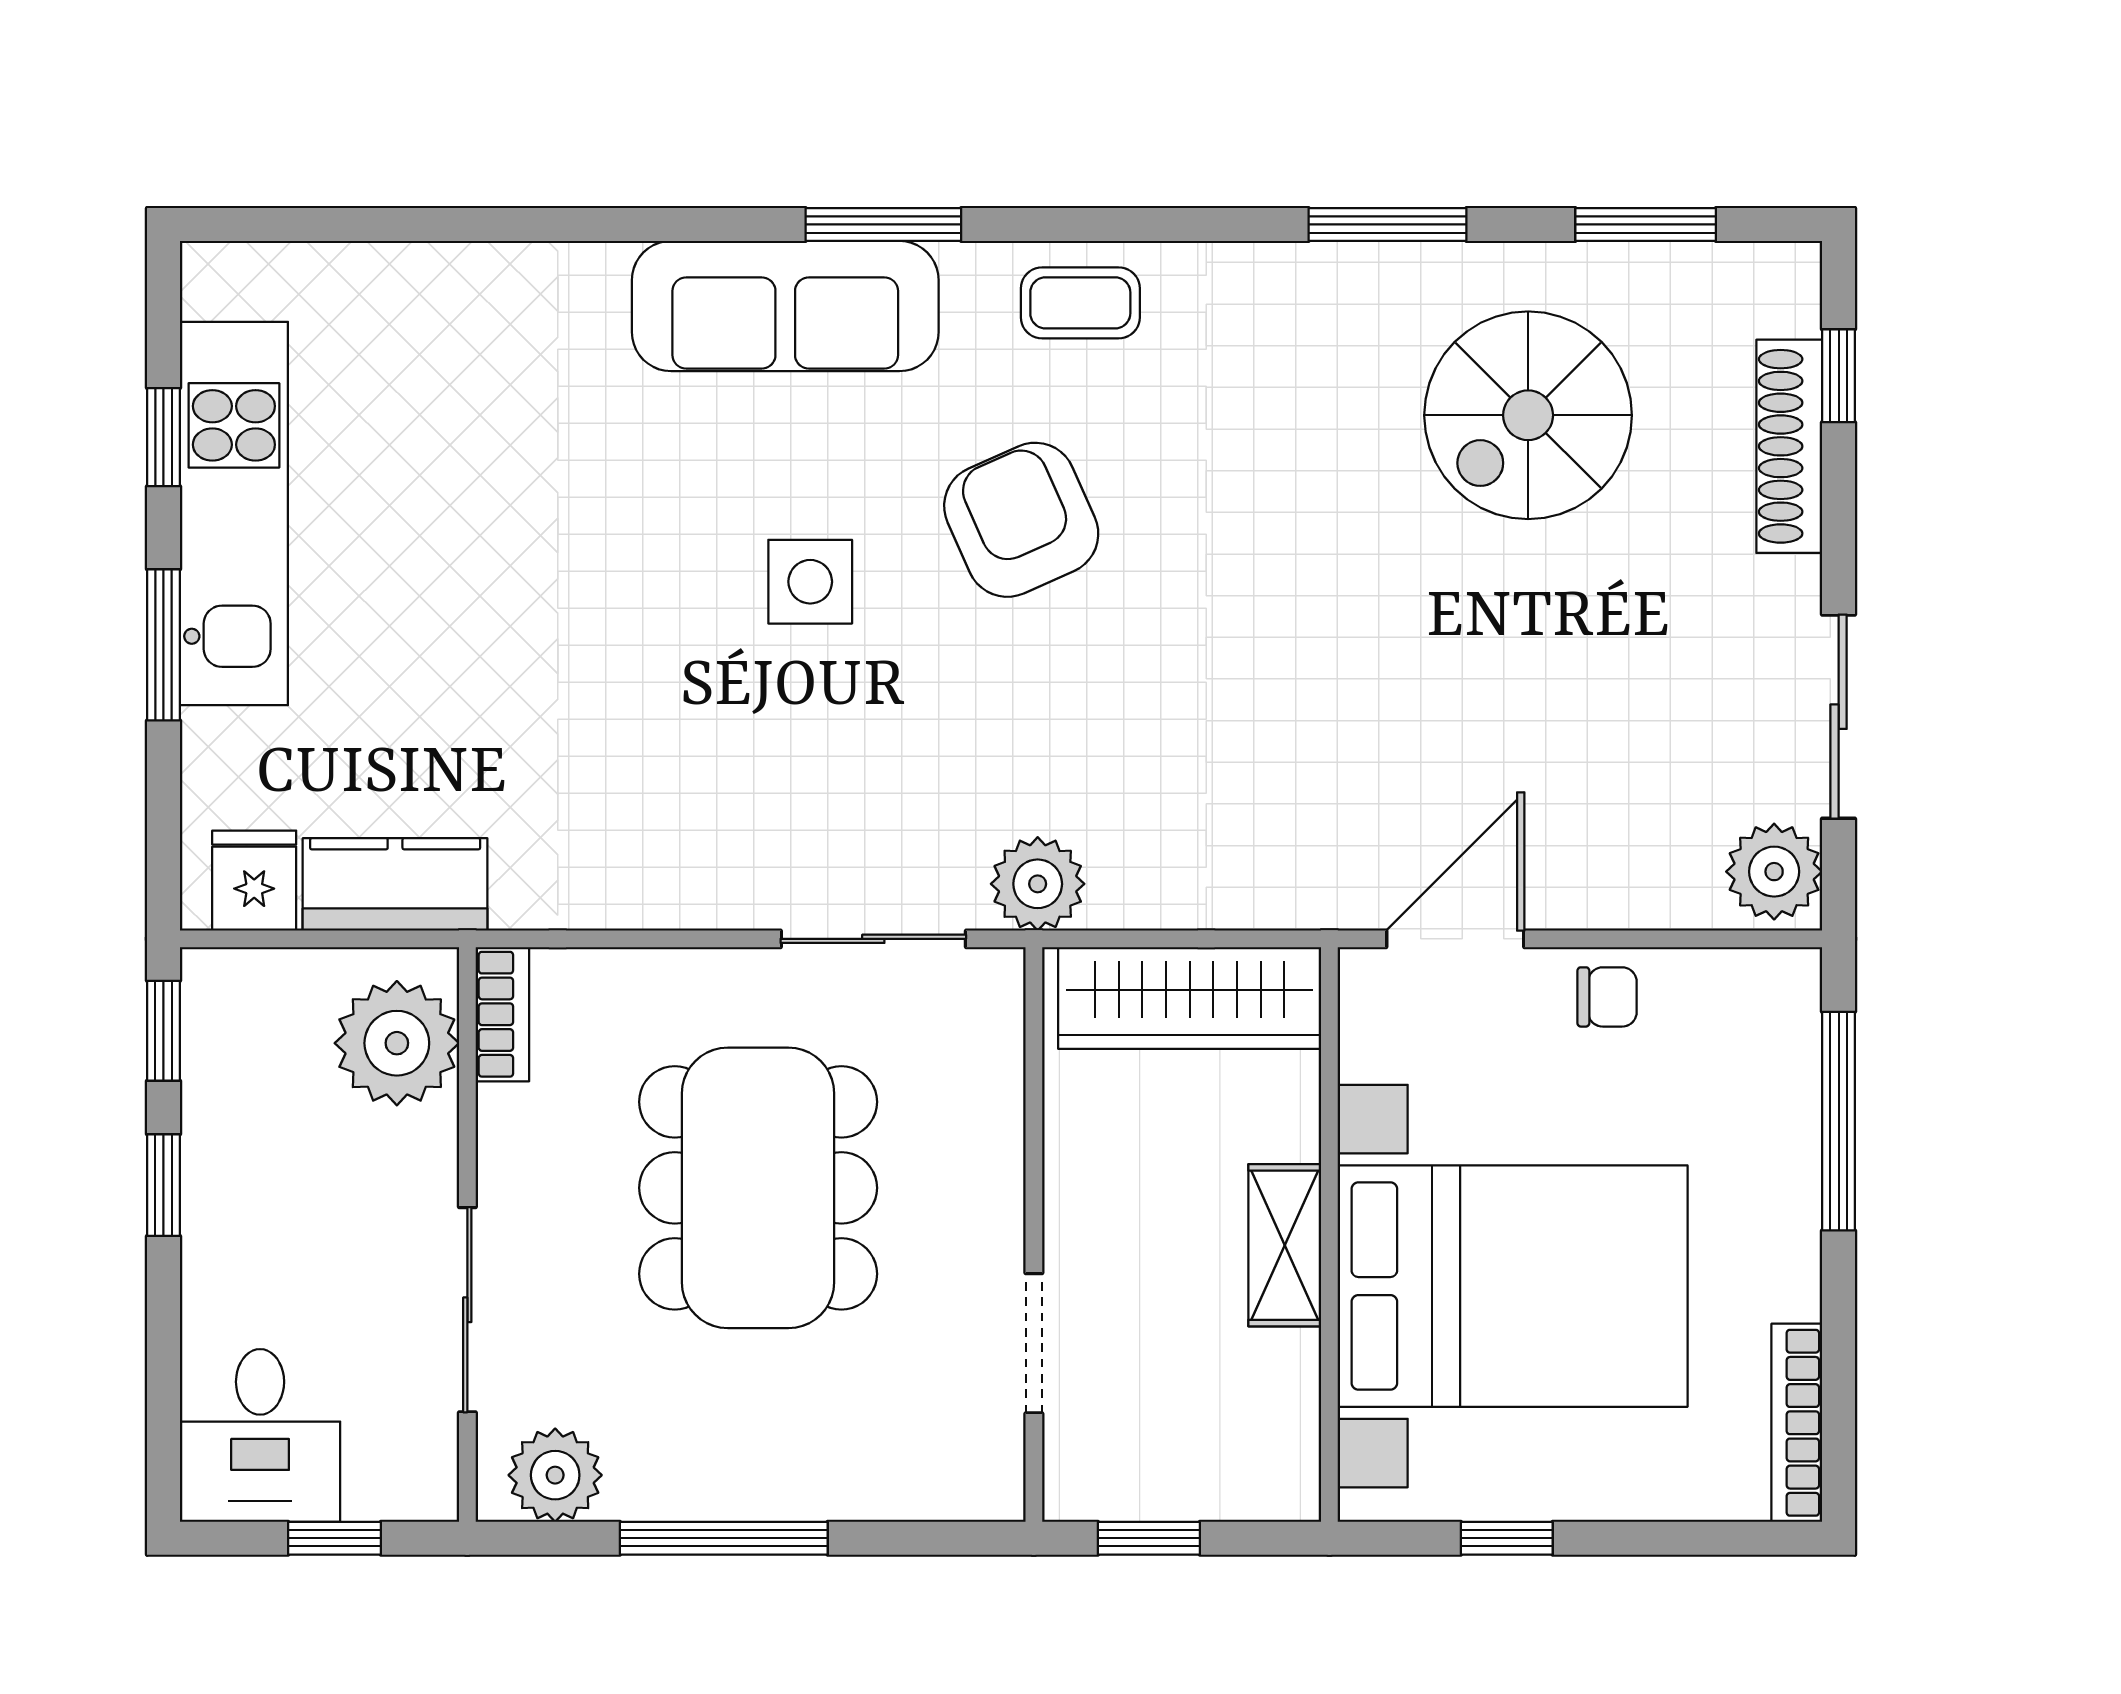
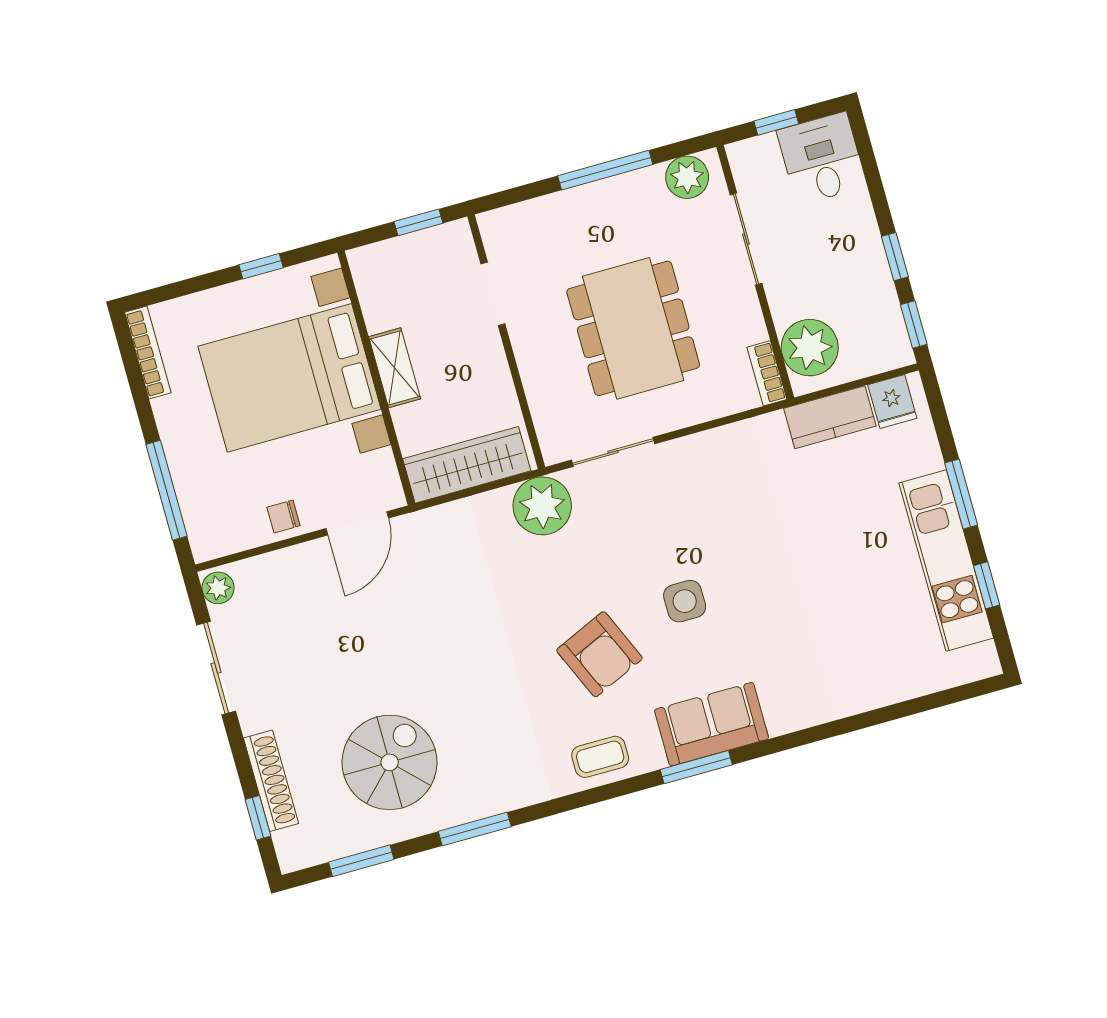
sofa: (785, 306) -> (712, 724), width x0.73
plant: (1774, 872) -> (218, 588), width x0.73, depth x0.73
plant: (1038, 884) -> (542, 506), width x1.36, depth x1.36

